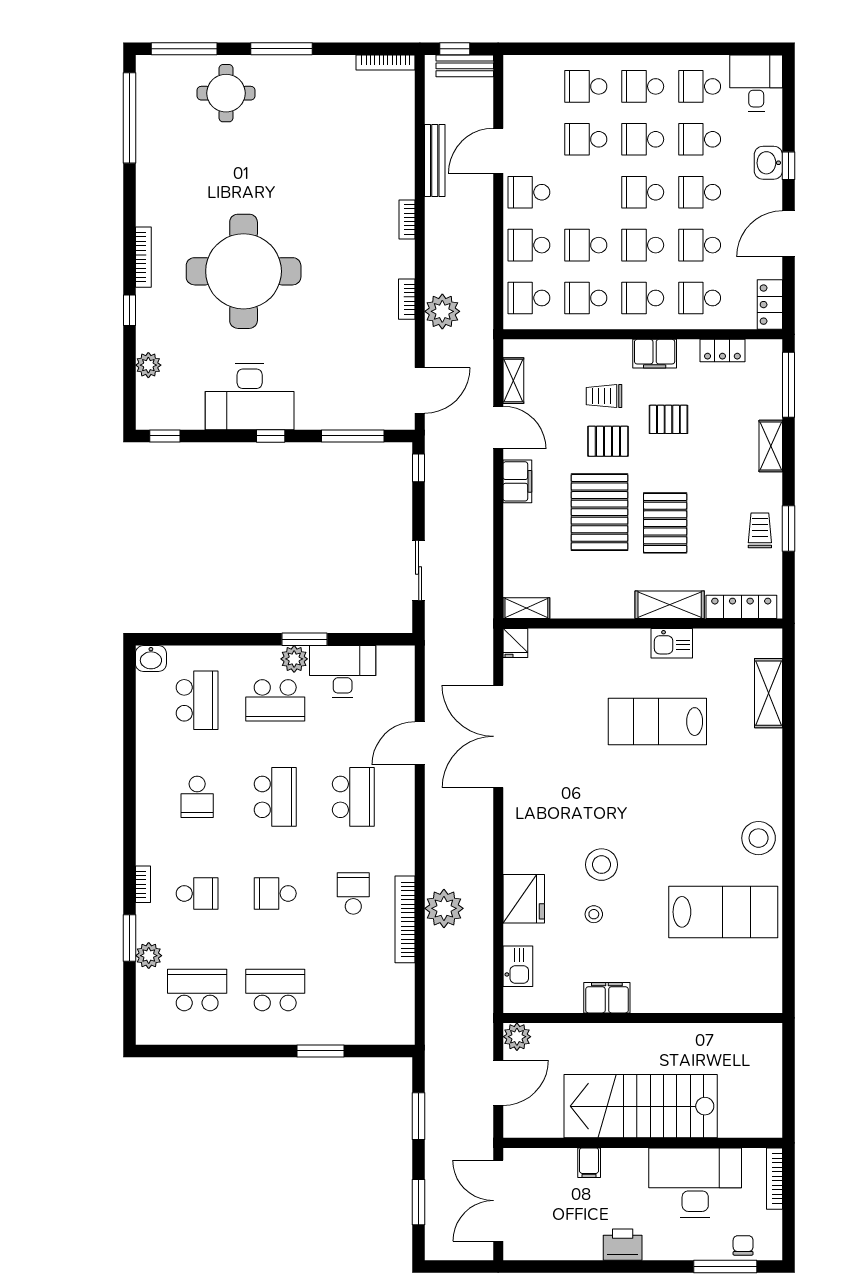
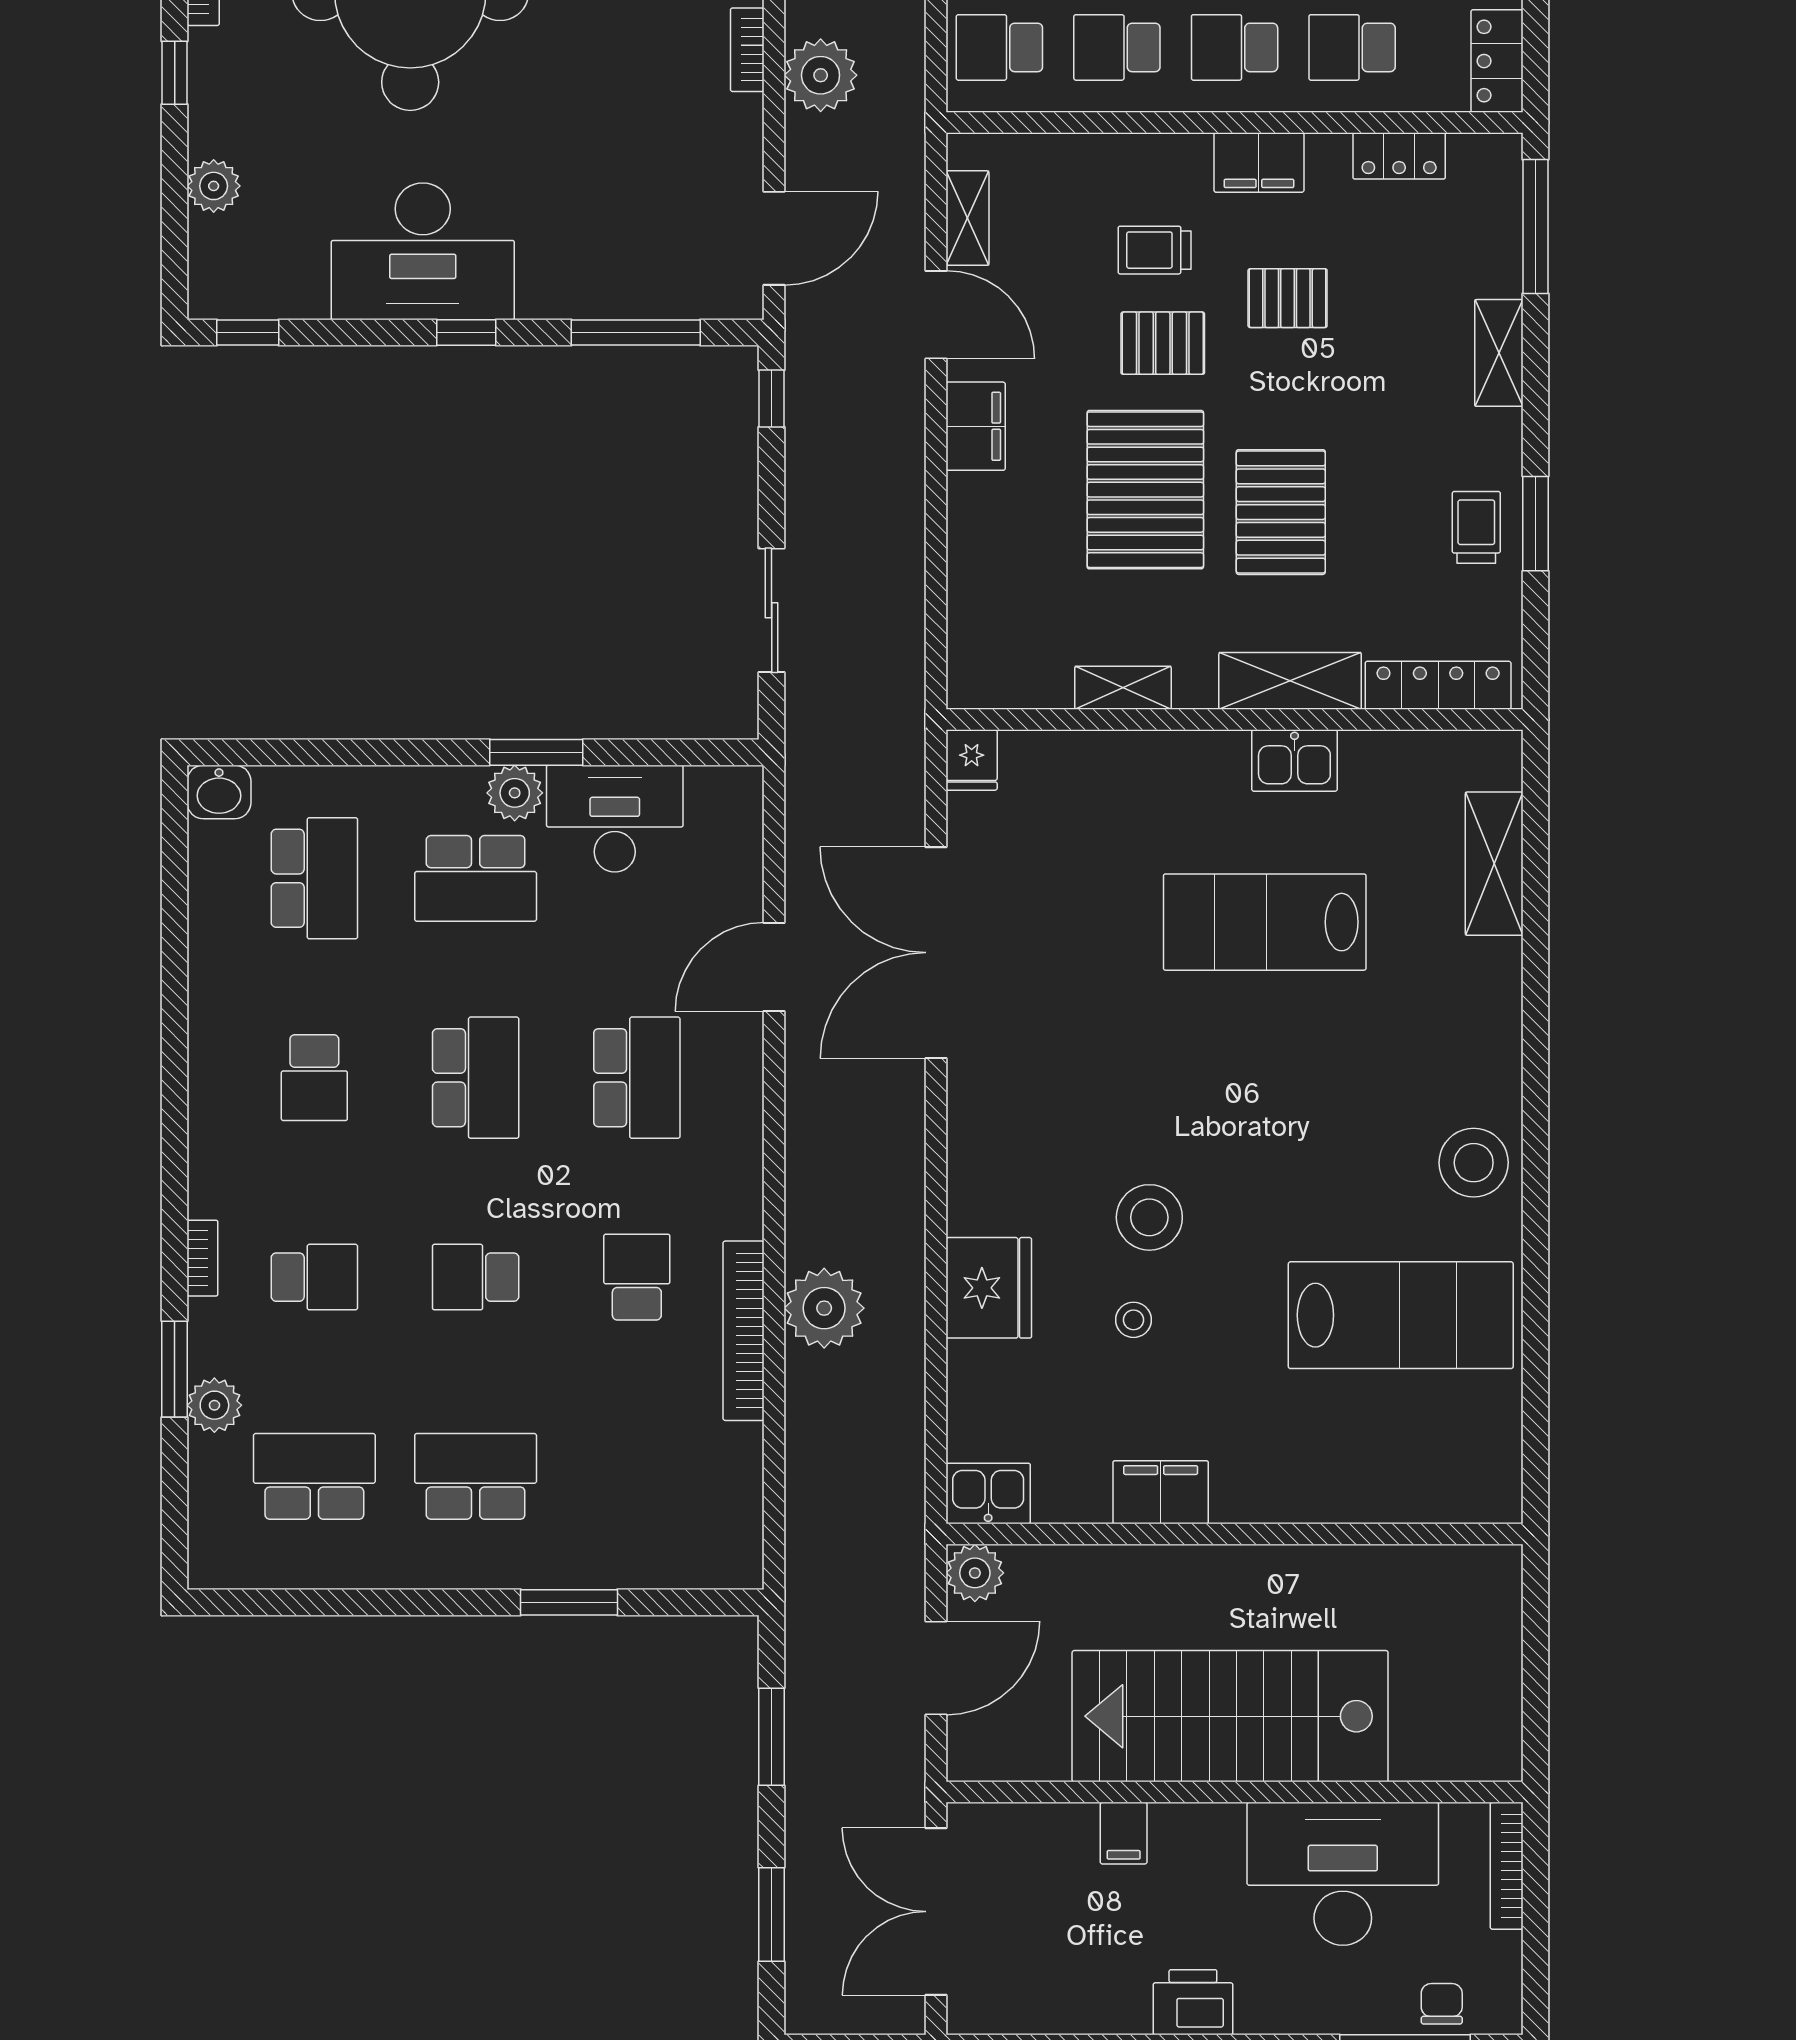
shelving: (526, 608) -> (1123, 688), moved
kitchen sink: (518, 966) -> (988, 1493), moved, turned -90

